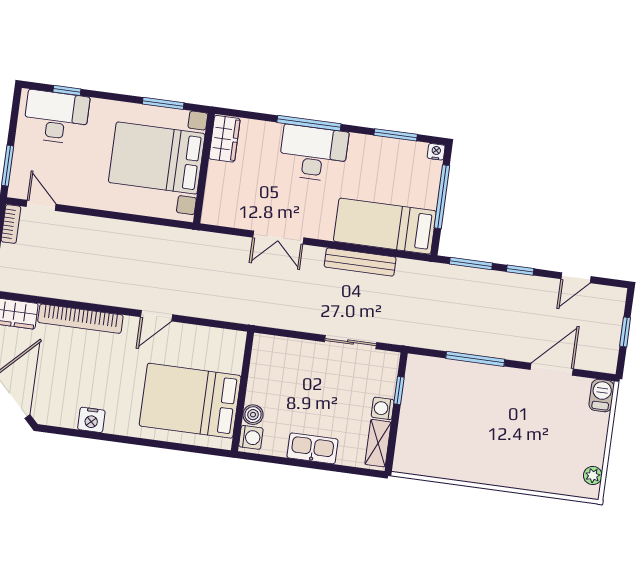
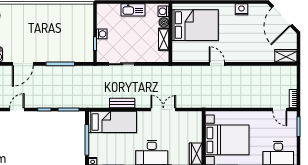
bench: (360, 262) -> (122, 103), width x0.73
door: (157, 316) -> (217, 64), hinge flipped
bookcase: (80, 319) -> (253, 57), removed
shelving: (378, 443) -> (164, 39), moved

